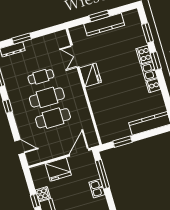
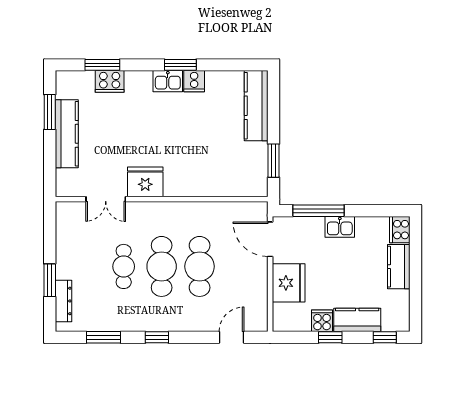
window: (99, 16) -> (50, 112), moved
cooker: (144, 55) -> (110, 81), moved
window: (156, 61) -> (180, 65), moved

